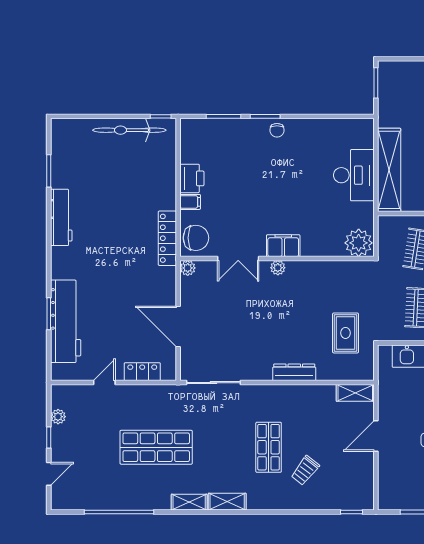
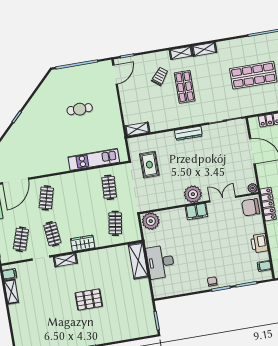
shelving: (389, 170) -> (138, 261), width x0.68
filing cabinet: (190, 202) -> (264, 266), moved
plant: (278, 268) -> (193, 194), width x1.88, depth x1.88
dresser: (294, 372) -> (188, 133), moved
door: (376, 436) -> (115, 75), moved
shelving: (189, 502) -> (181, 53), moved

